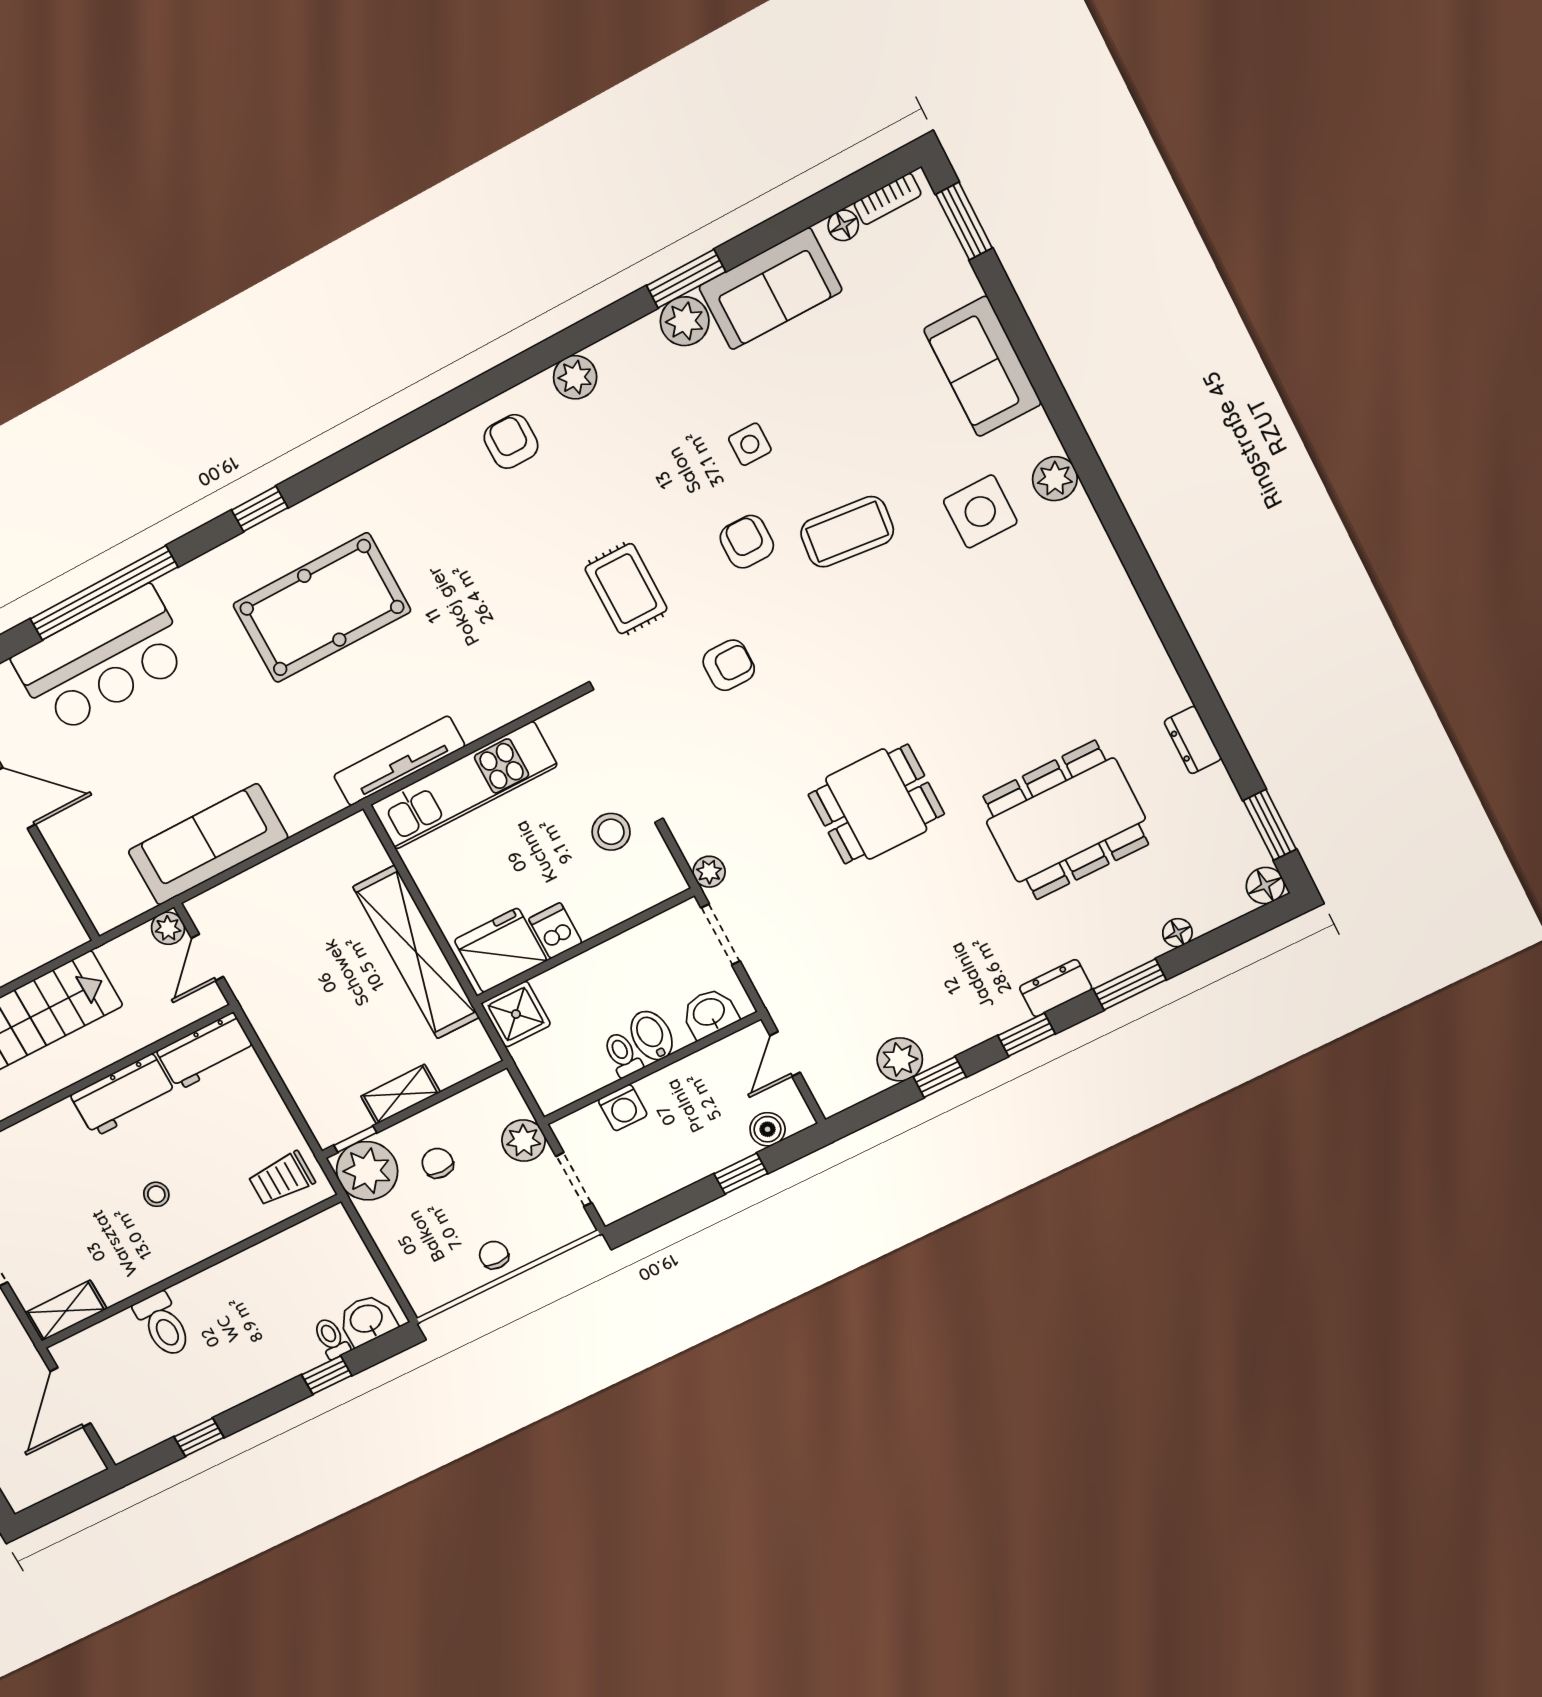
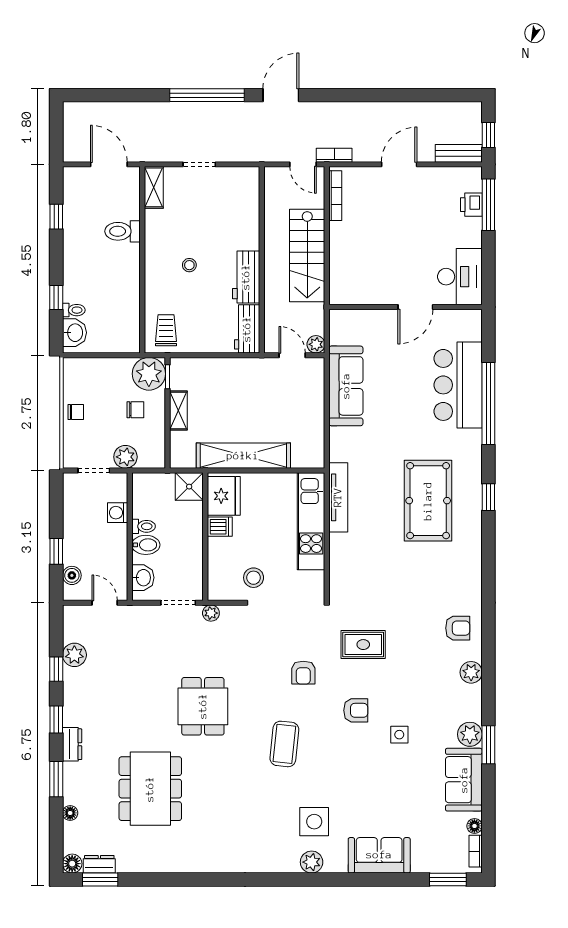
coffee table: (847, 532) -> (284, 744), moved
dresser: (1193, 740) -> (99, 864), moved

